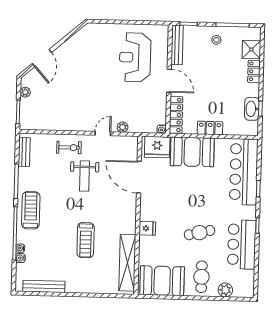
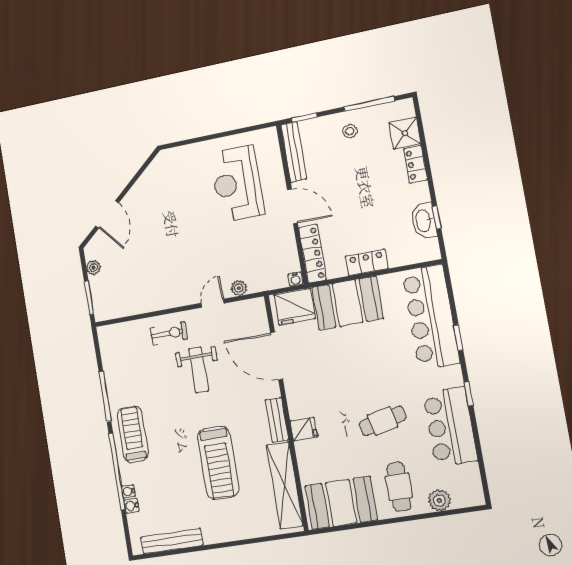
bench: (24, 152) -> (277, 420), moved
treadmill: (86, 240) -> (218, 463), width x1.37, depth x1.38

